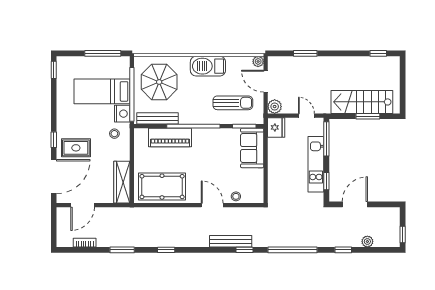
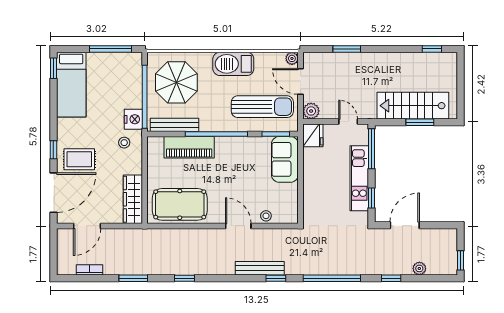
bed: (102, 91) -> (71, 85), moved, turned -90
sun lounger: (233, 103) -> (262, 107), width x1.36, depth x1.34

